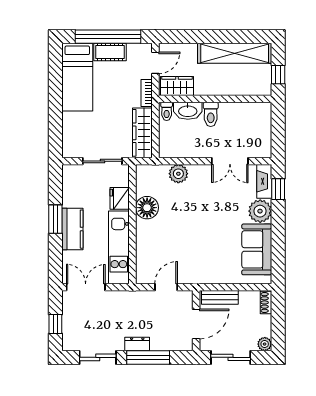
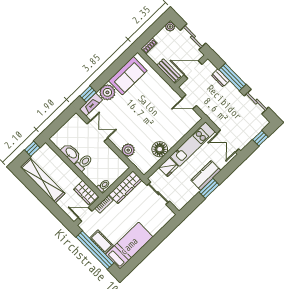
washbasin: (188, 111) -> (71, 153), moved
dresser: (137, 344) -> (220, 78), moved

